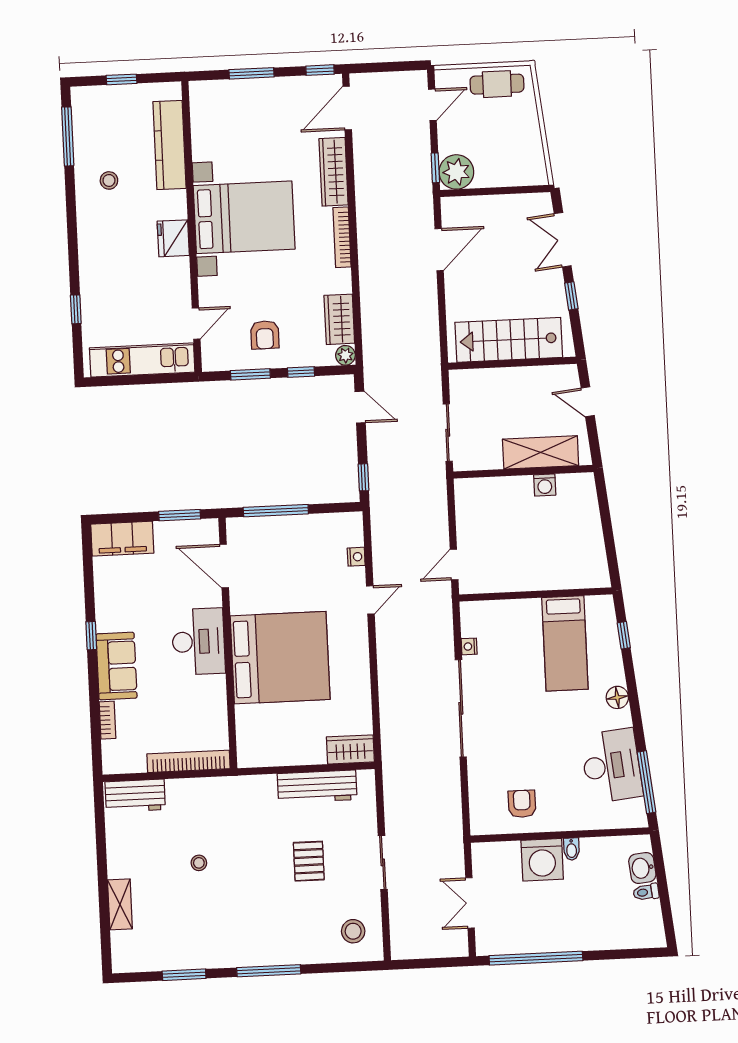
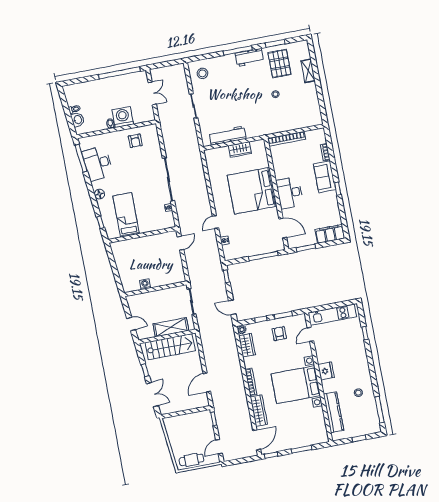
plant: (456, 172) -> (204, 418), removed
shelving: (541, 452) -> (171, 327), moved
wardrobe: (350, 749) -> (240, 150), moved
workbench: (135, 796) -> (249, 57), moved, turned 180
pallet: (309, 861) -> (279, 64), moved, width x1.50, depth x1.42

